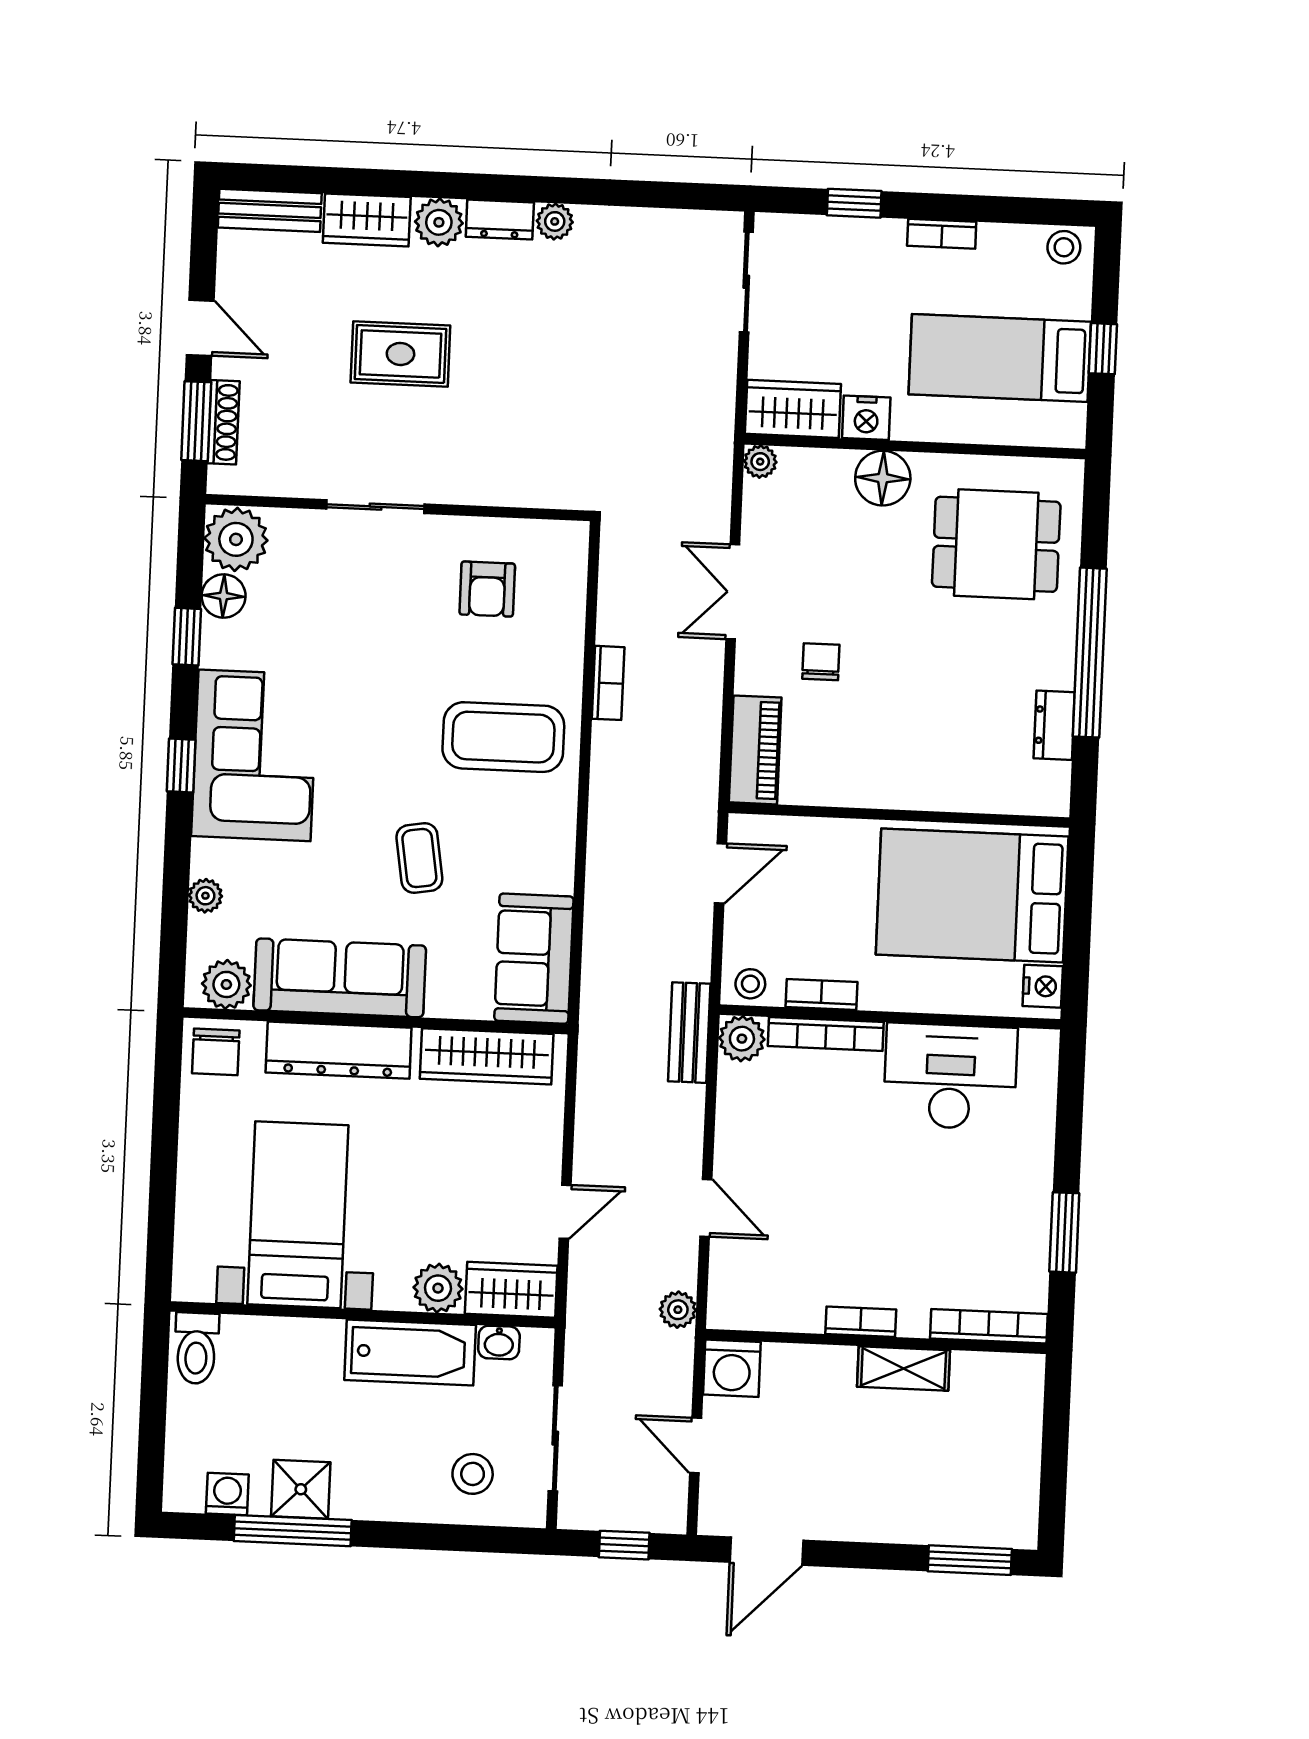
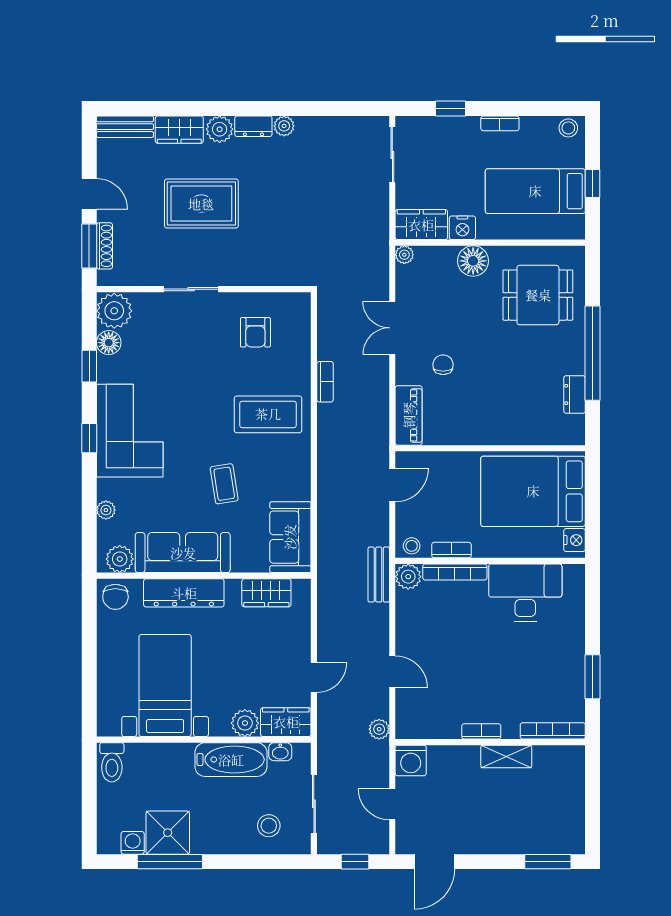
rug: (400, 354) -> (201, 204), width x1.36, depth x1.43
wardrobe: (487, 1056) -> (266, 593), width x0.67
shower: (301, 1489) -> (168, 833), width x1.36, depth x1.36

